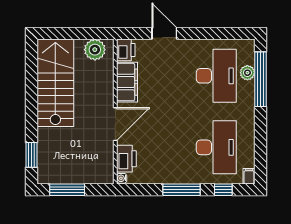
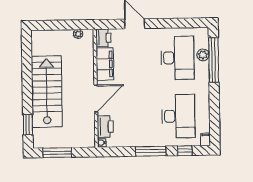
plant: (95, 50) -> (78, 34), width x0.53, depth x0.53
stairs: (55, 83) -> (47, 92), moved

